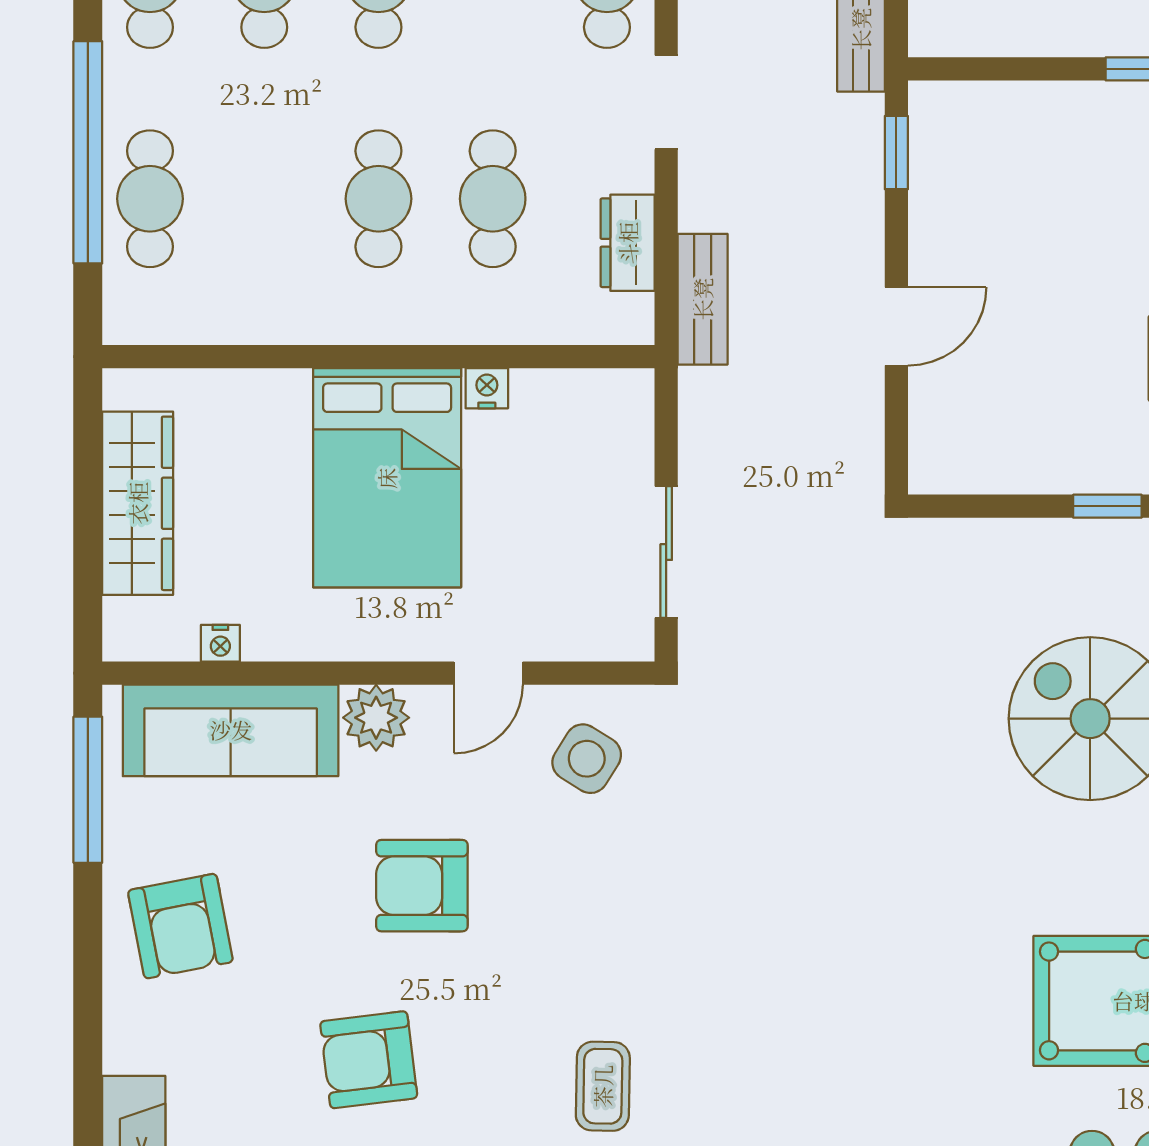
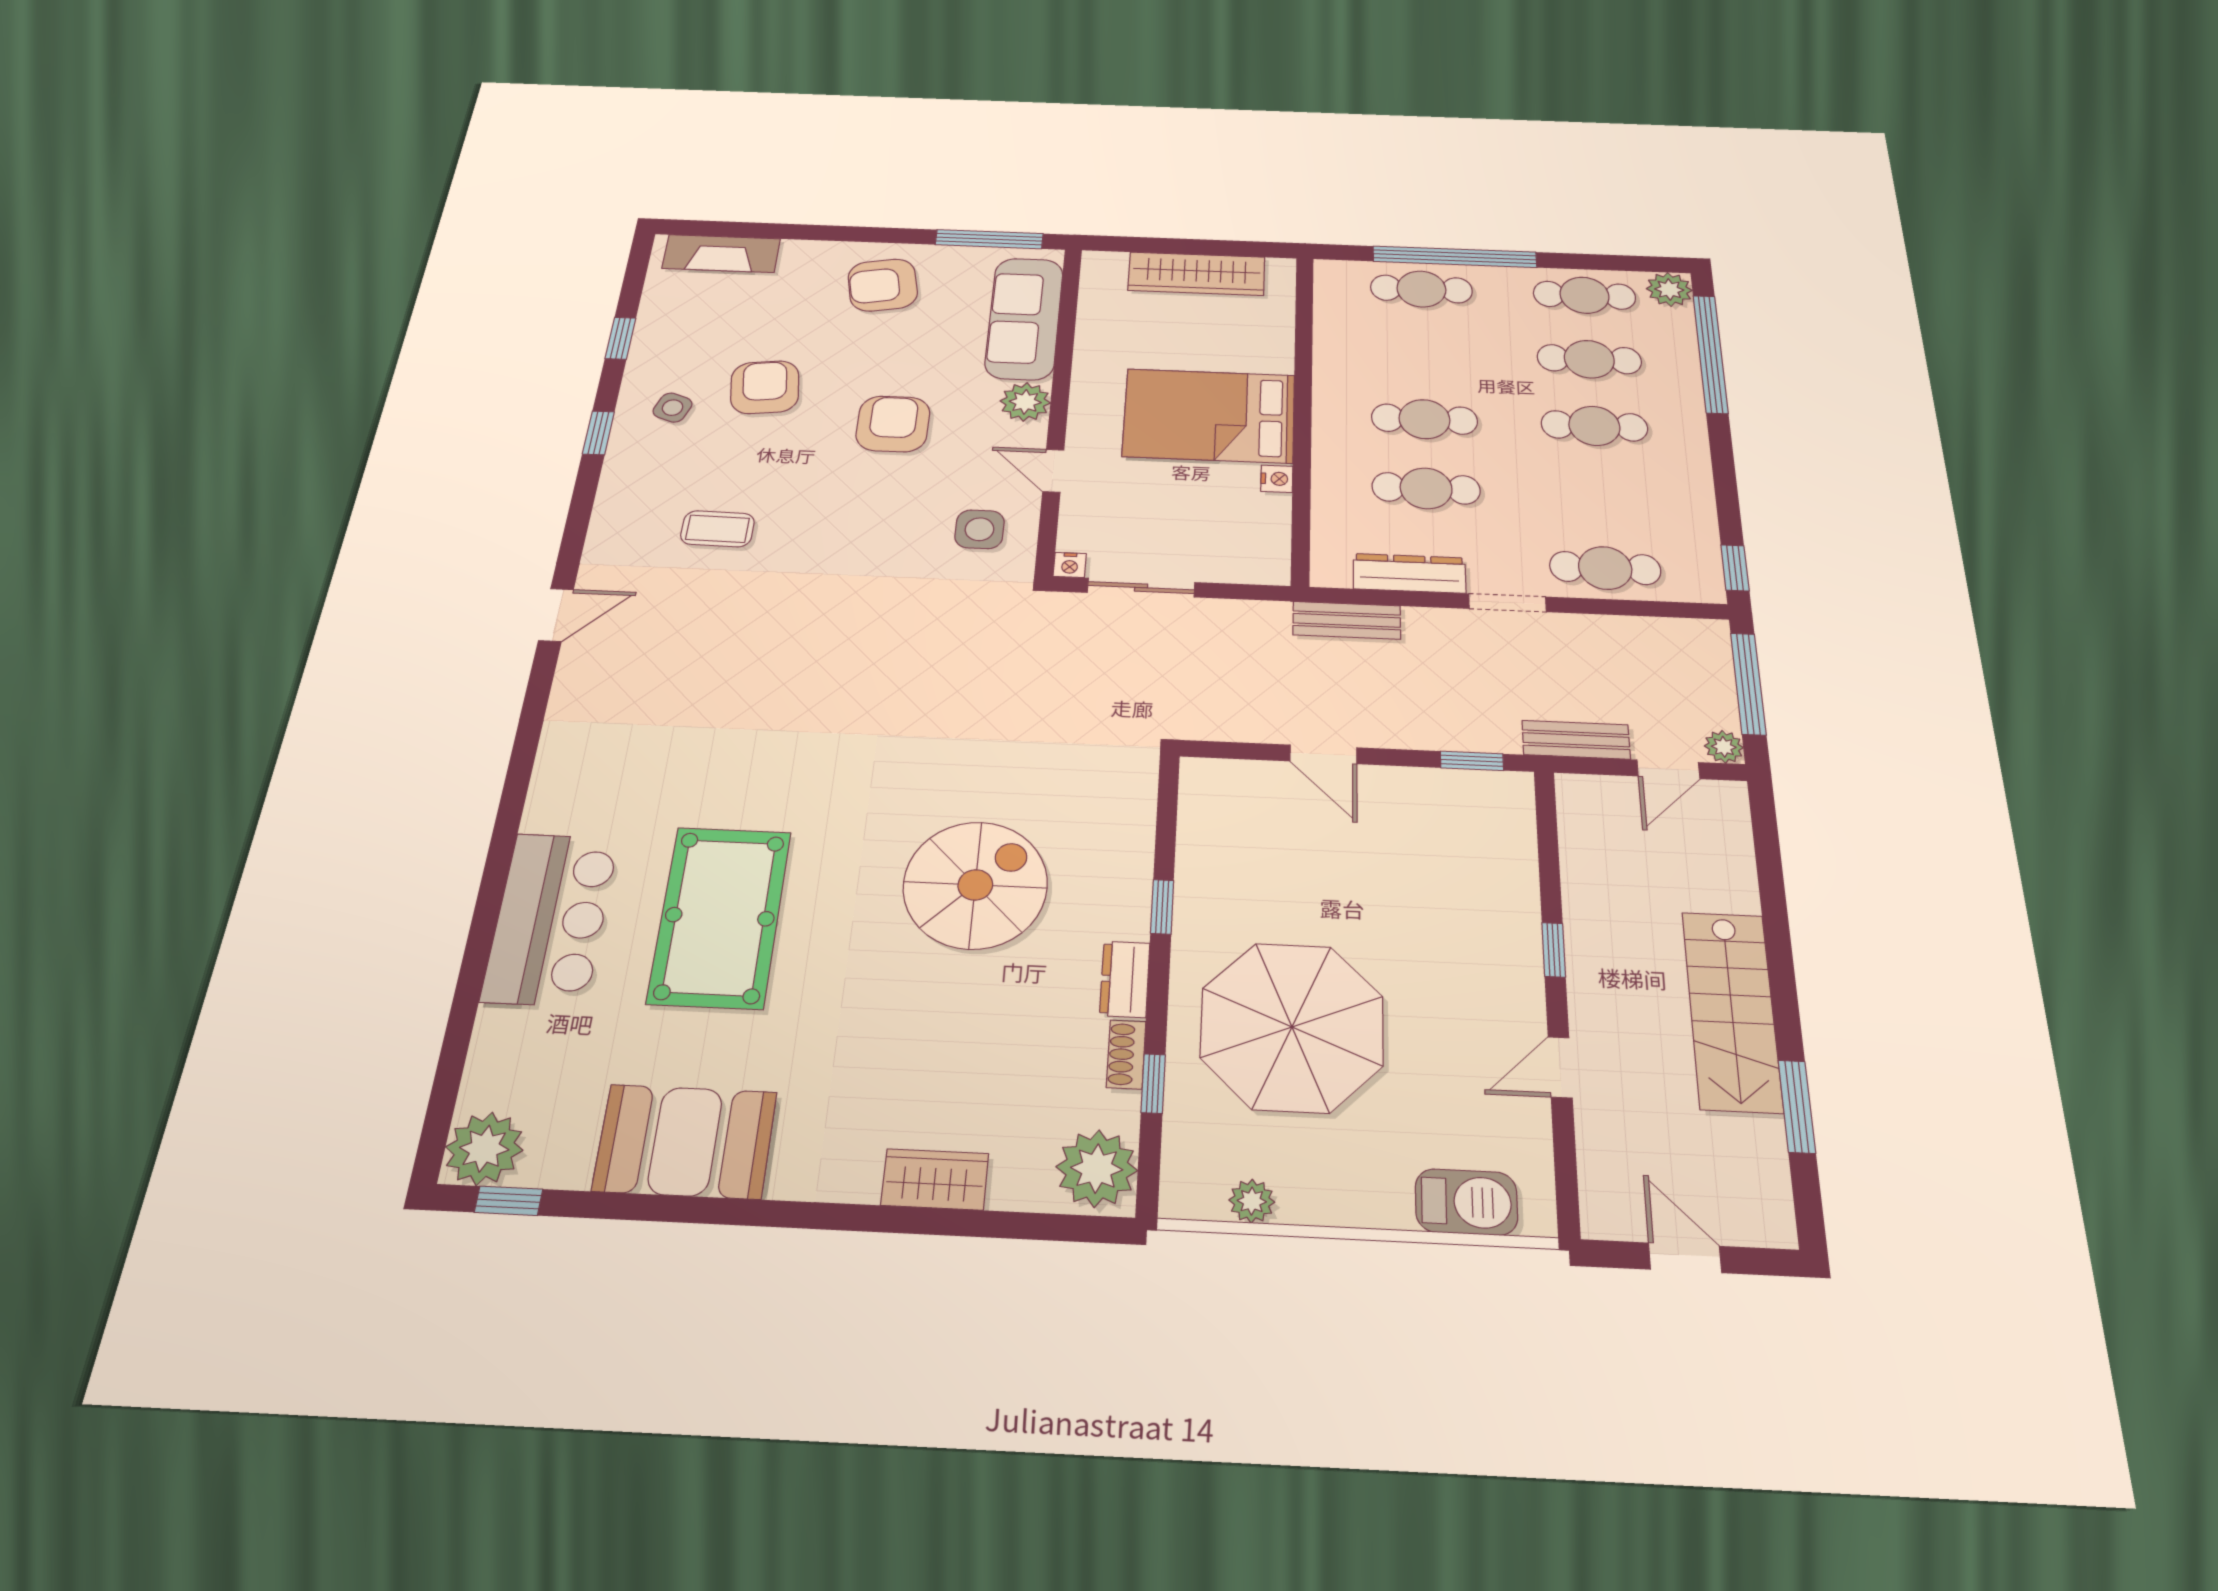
dresser: (628, 243) -> (1409, 573), width x1.44
nightstand: (220, 643) -> (1070, 565), moved, turned -90
side table: (587, 759) -> (979, 529), turned -32

